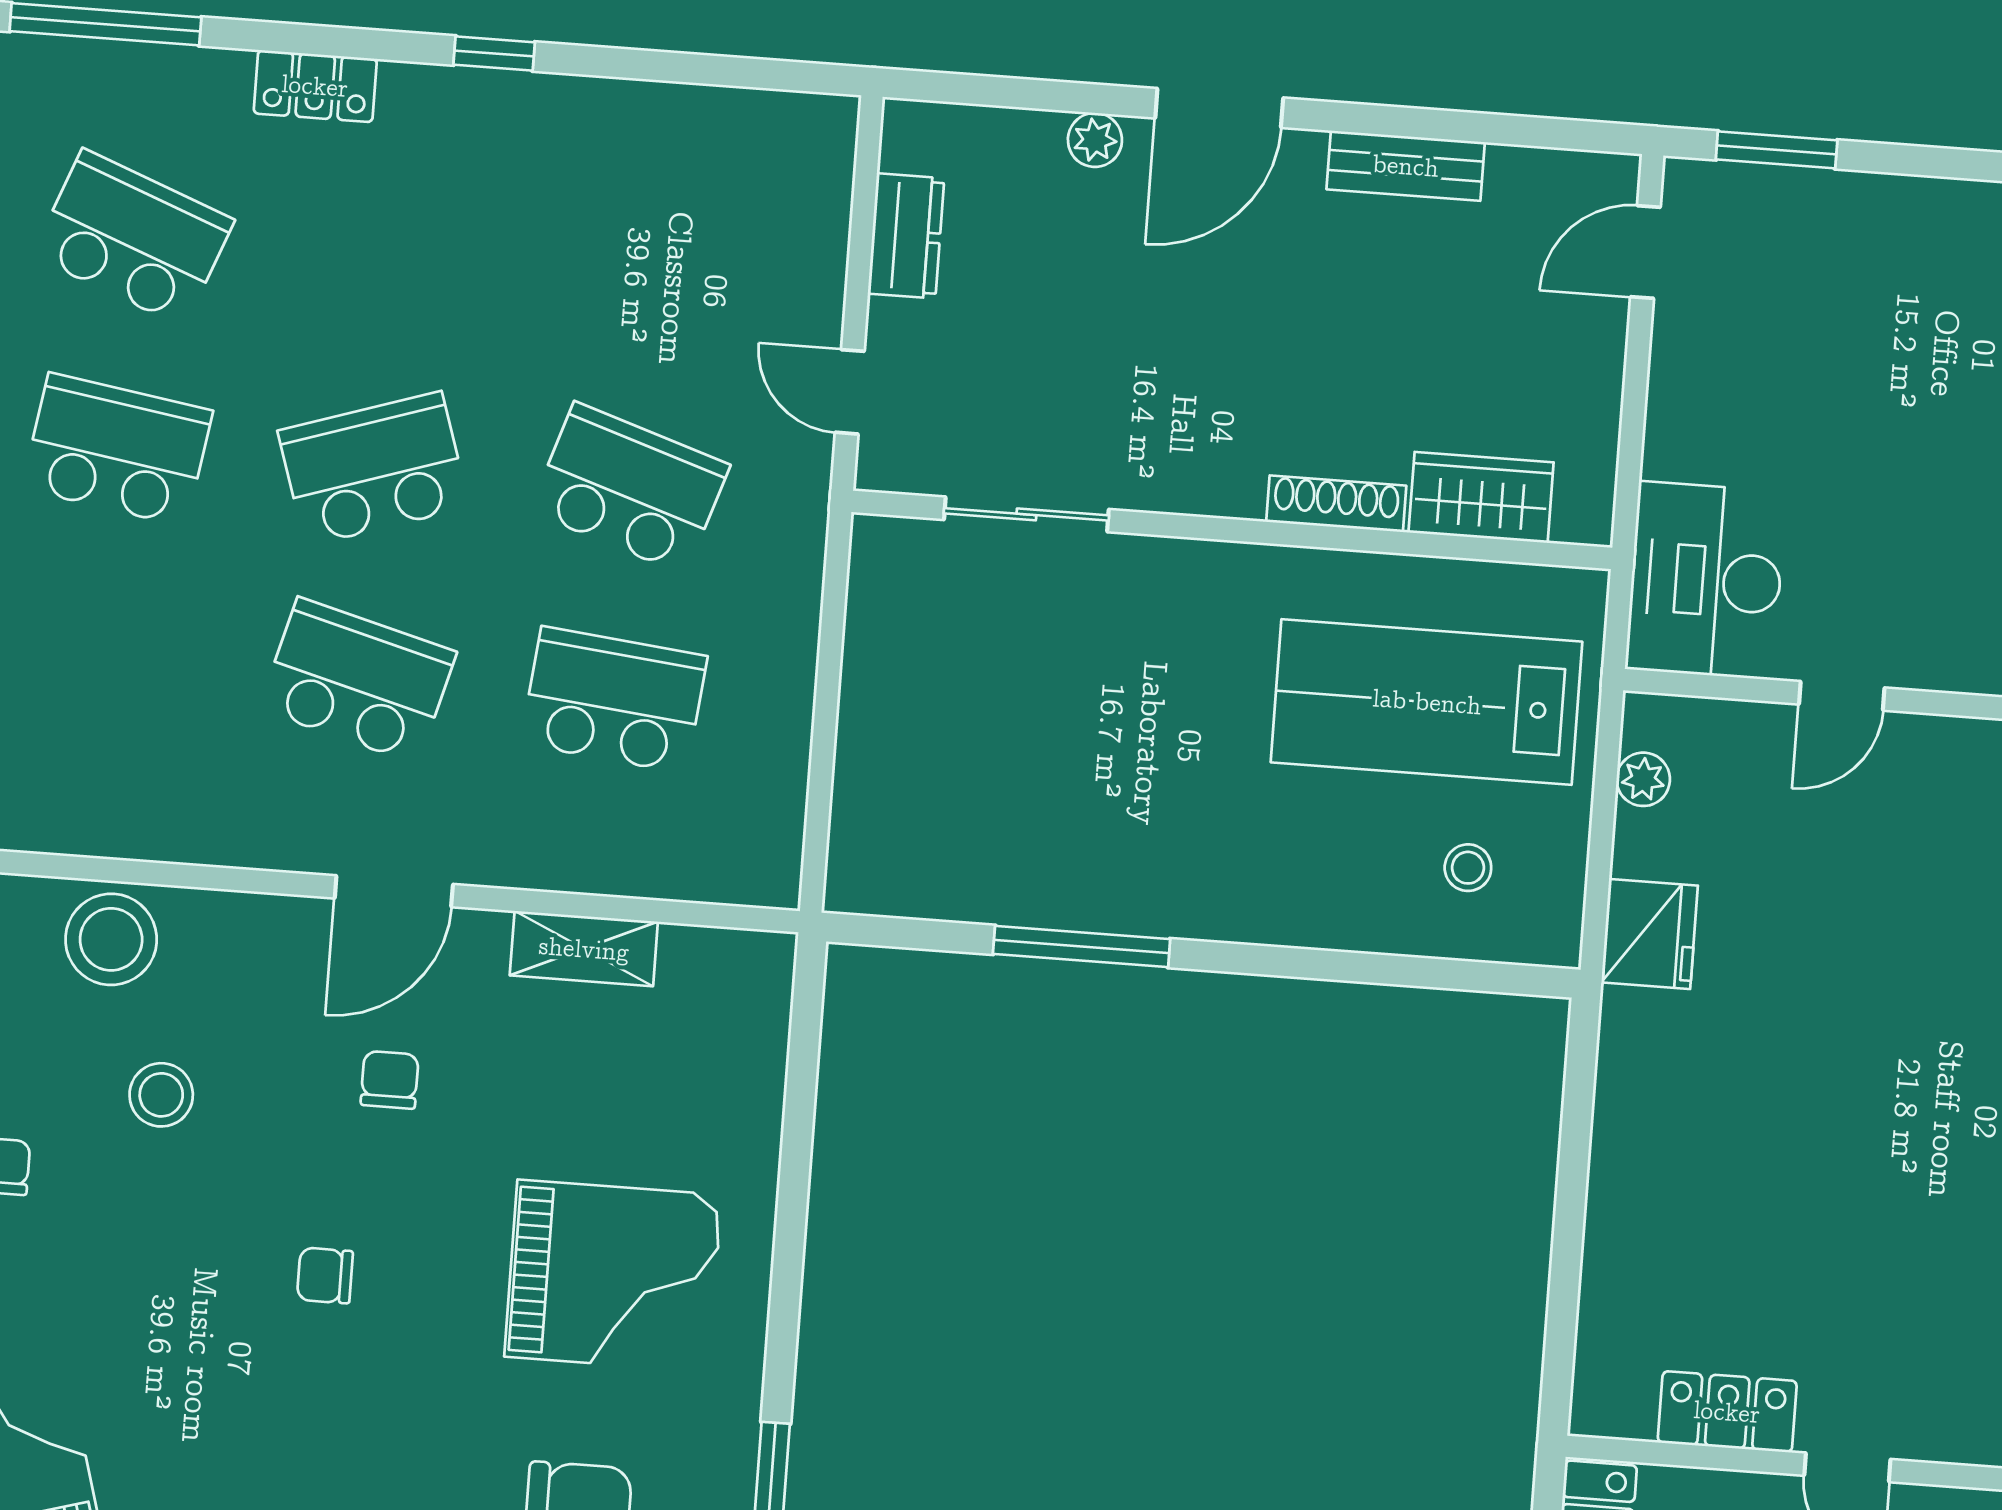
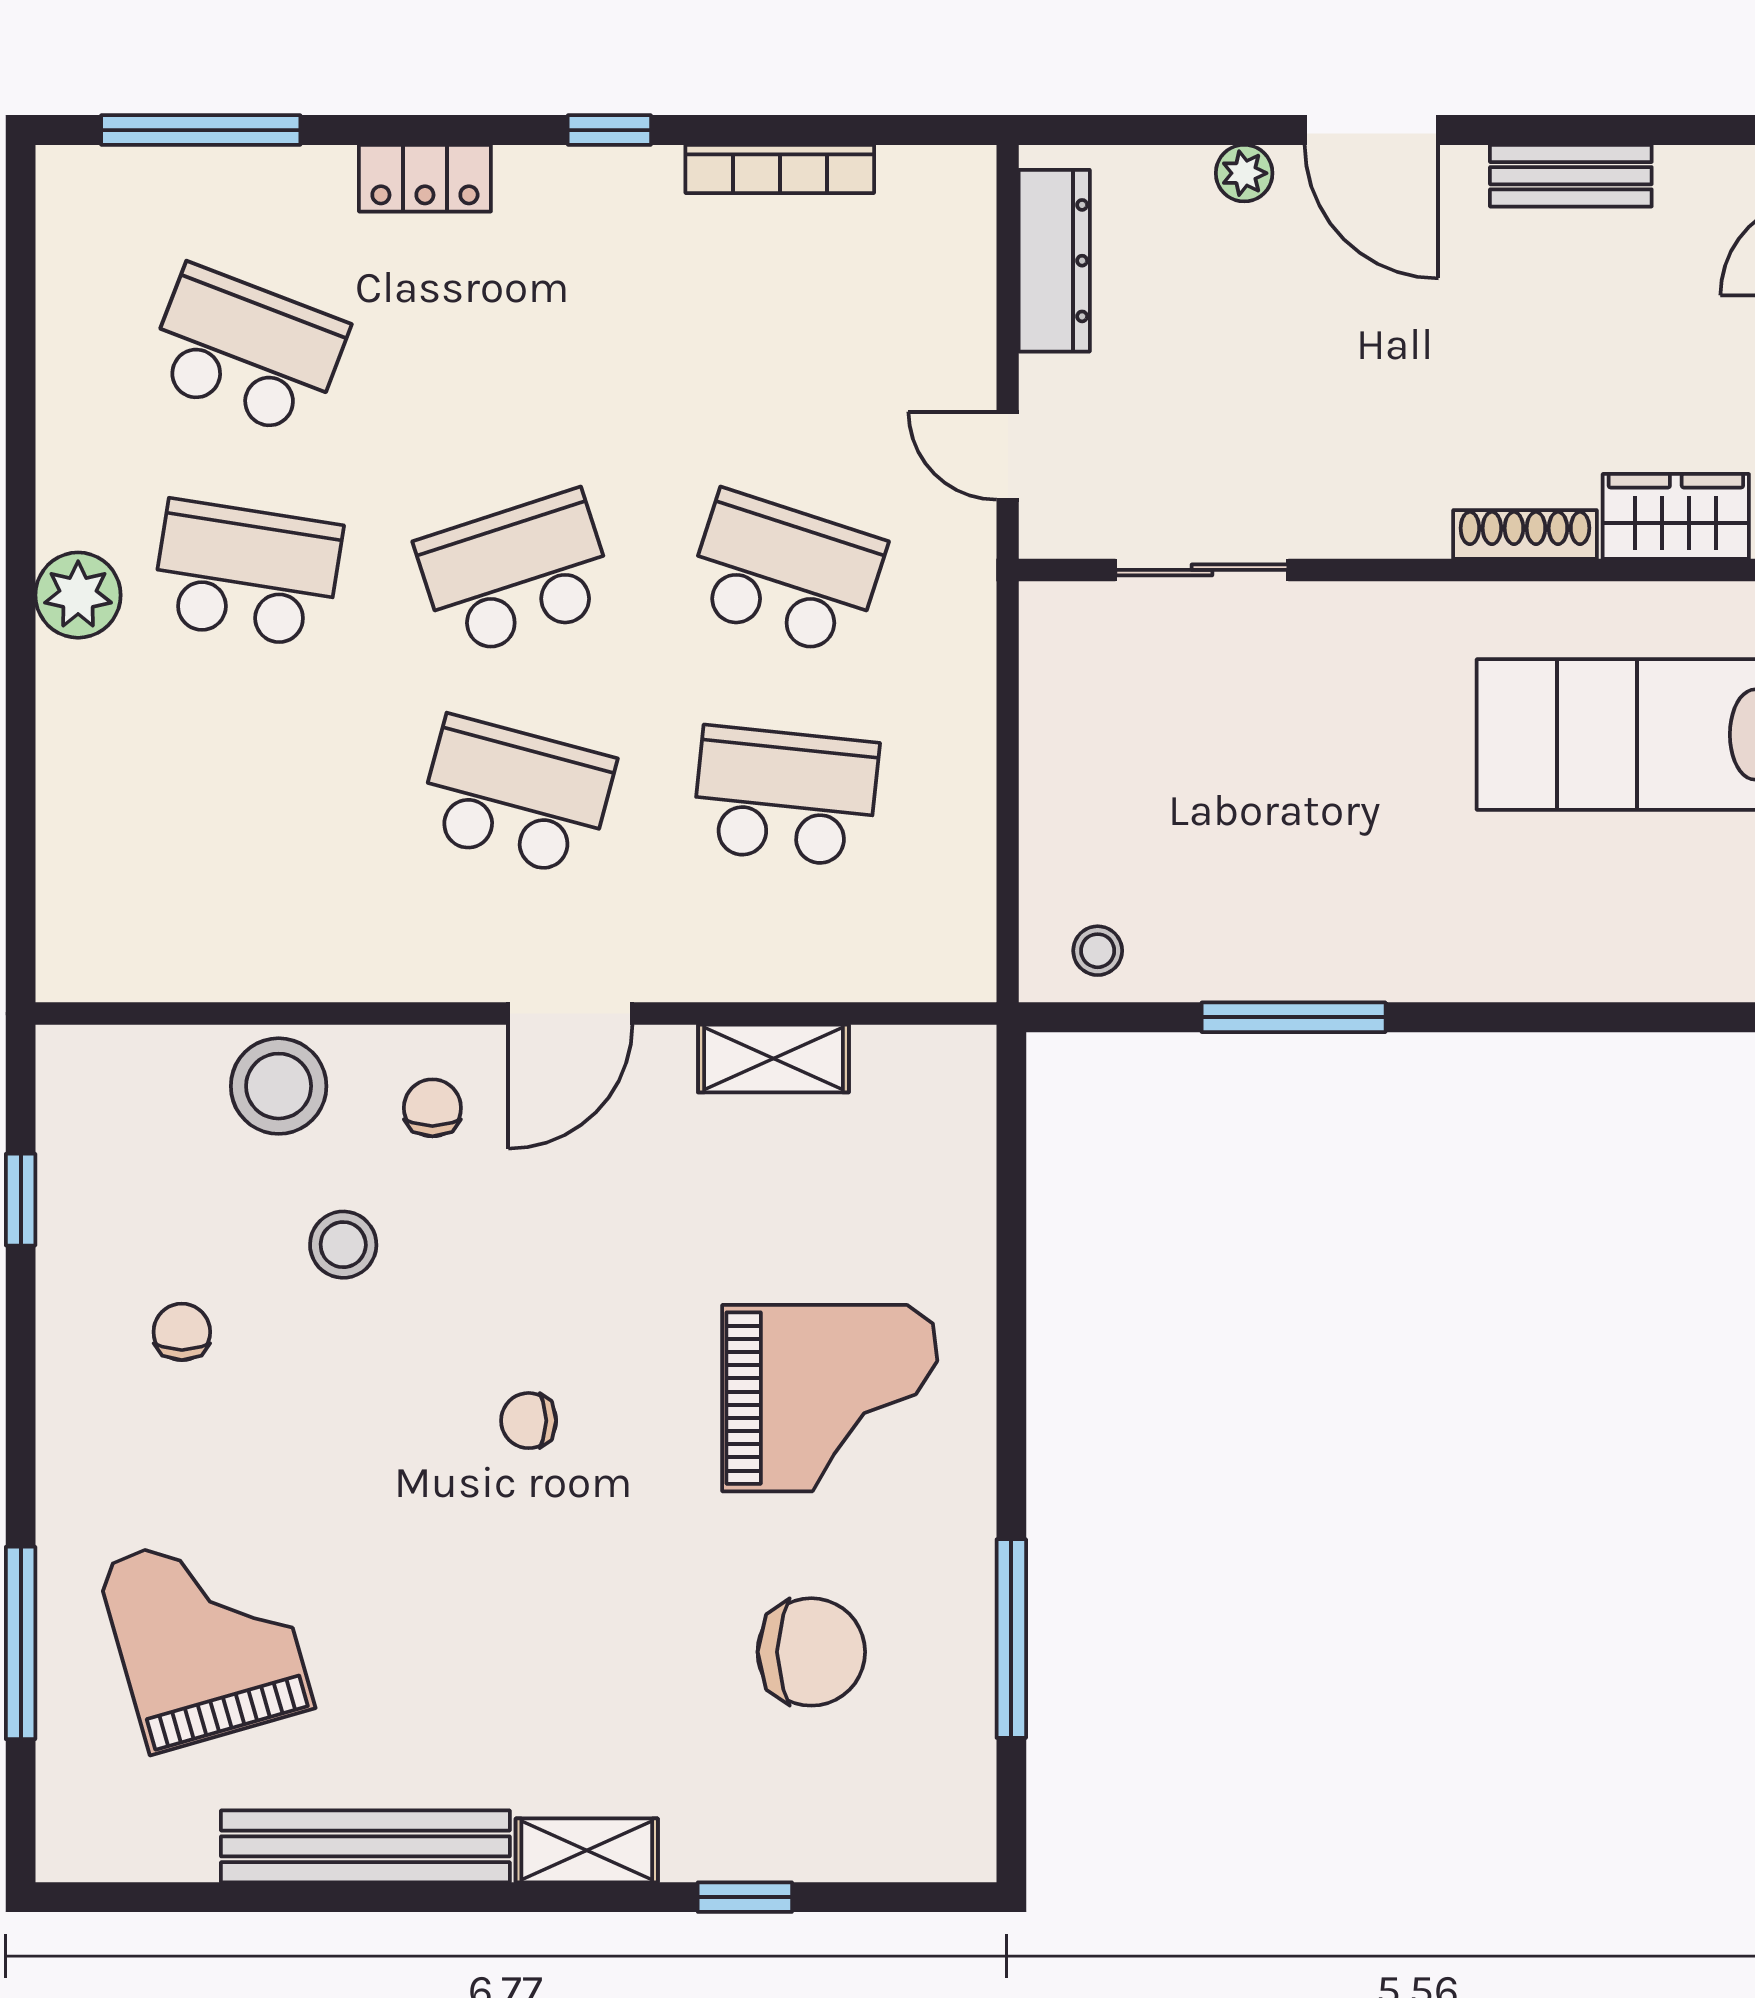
bookcase: (653, 103) -> (780, 169), added
door: (1219, 108) -> (1371, 130), hinge flipped
dresser: (906, 236) -> (1054, 261), width x1.44
stool: (1468, 868) -> (1098, 951), moved
chair: (390, 1080) -> (432, 1108), moved

